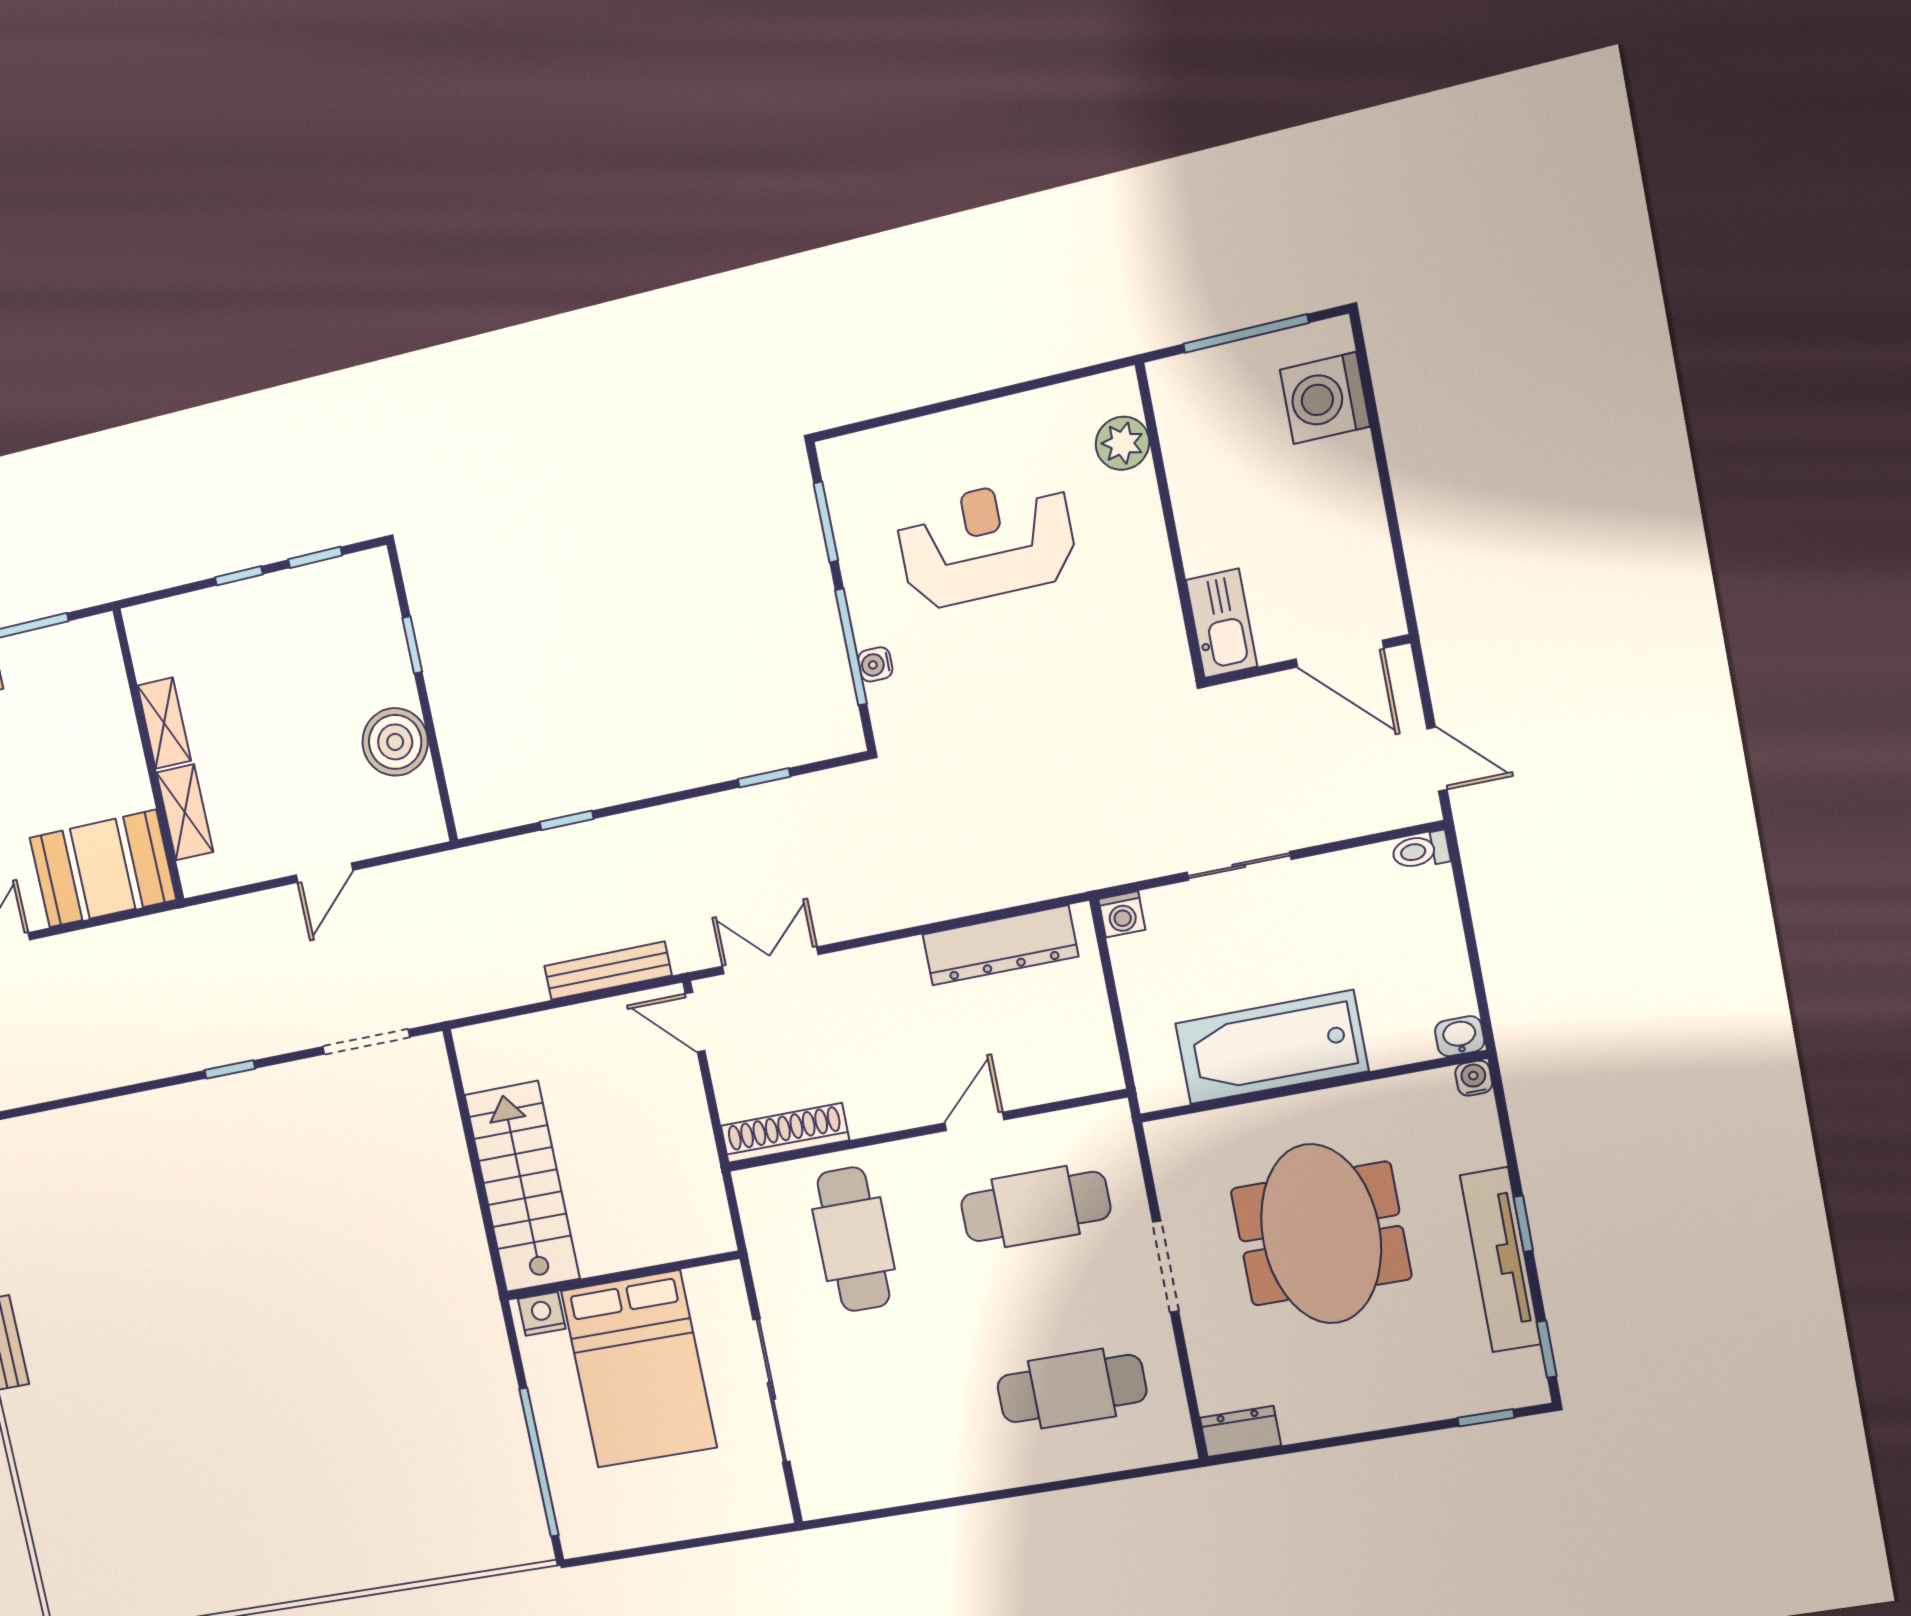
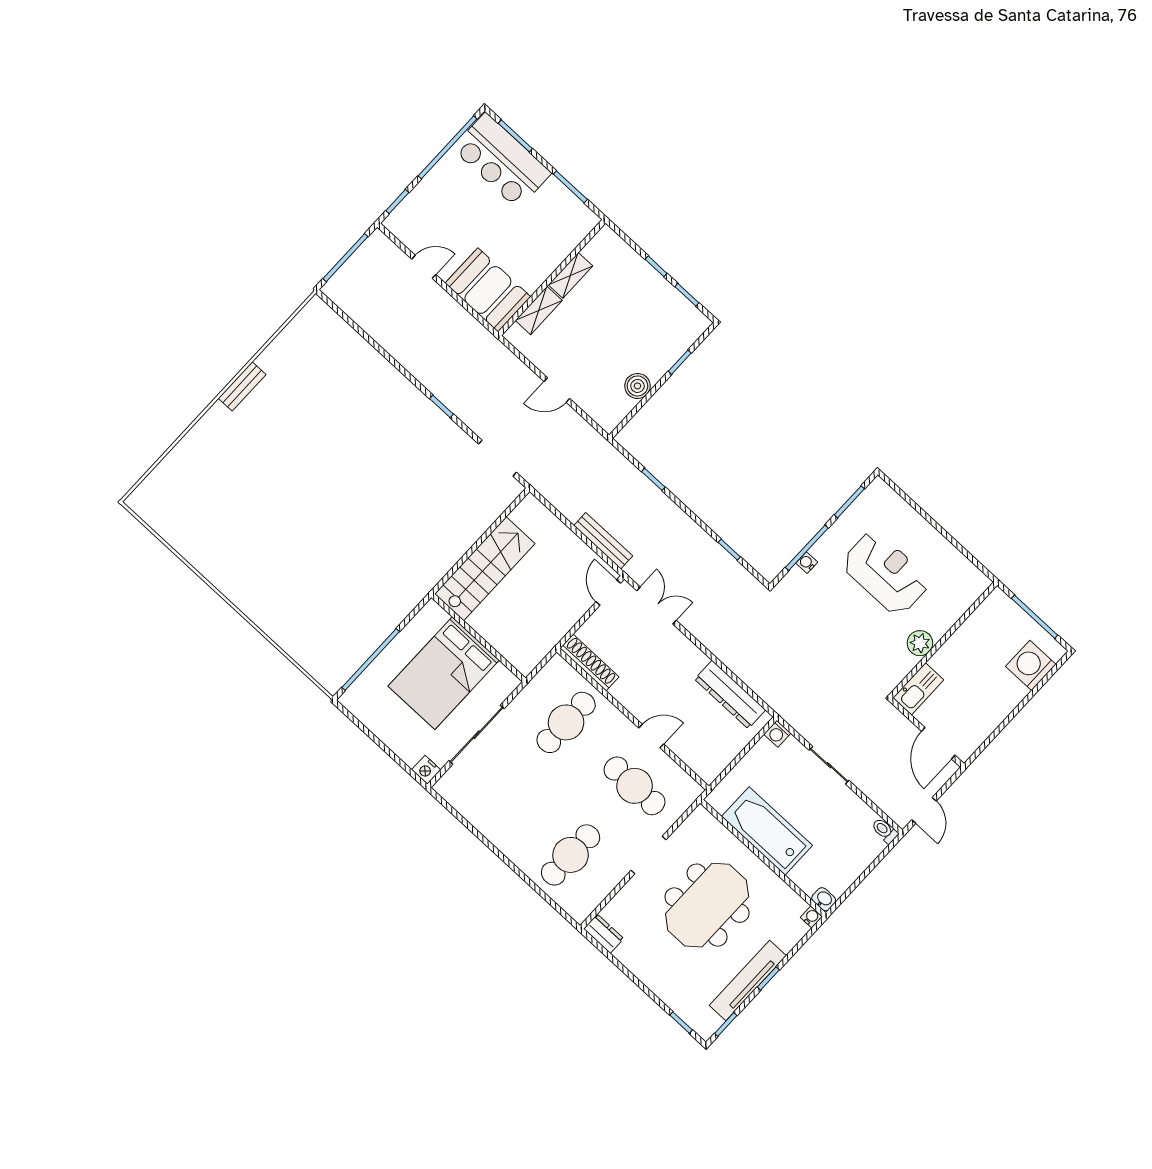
plant: (1122, 443) -> (920, 643), moved
boiler: (395, 742) -> (637, 386), width x0.73, depth x0.73
nightstand: (542, 1314) -> (426, 770), moved, turned 180
cafe table: (1072, 1389) -> (571, 855), turned 90

